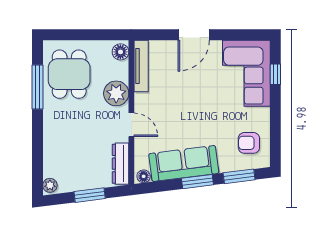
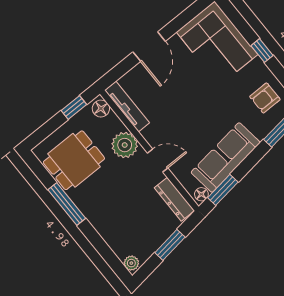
window: (101, 35) -> (74, 108), added
dining table: (69, 74) -> (74, 160), turned 90
window: (275, 74) -> (262, 51), moved
window: (37, 87) -> (67, 204), moved
window: (197, 182) -> (223, 190), moved

